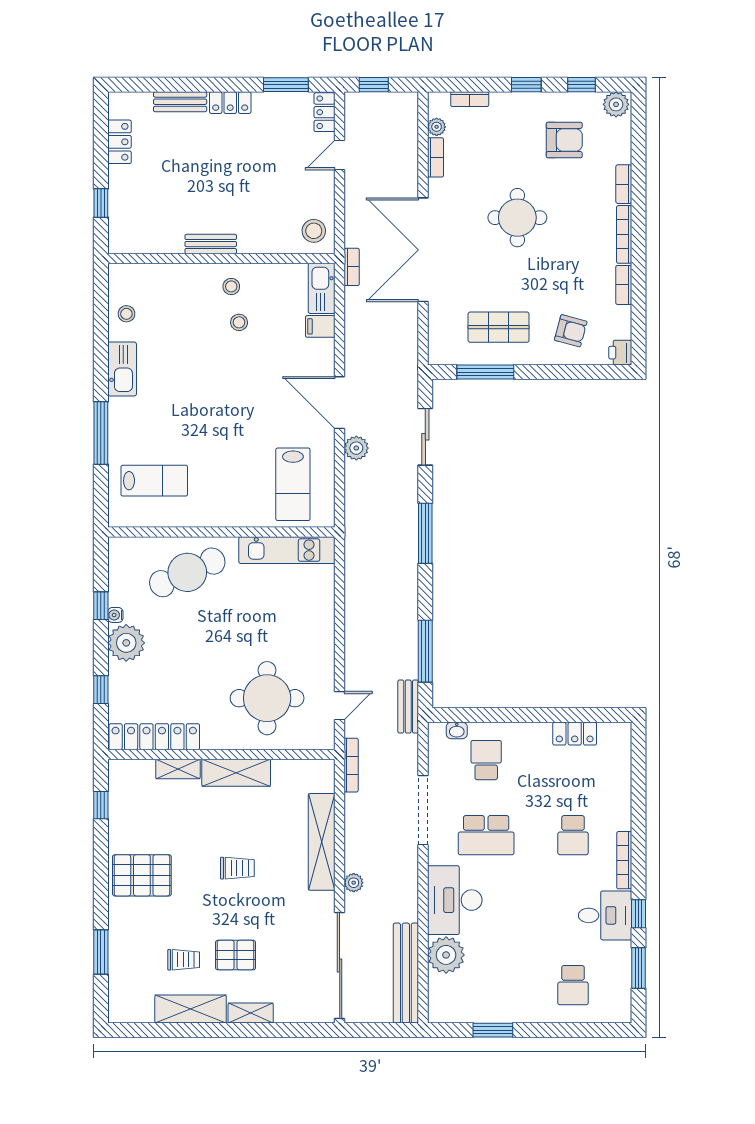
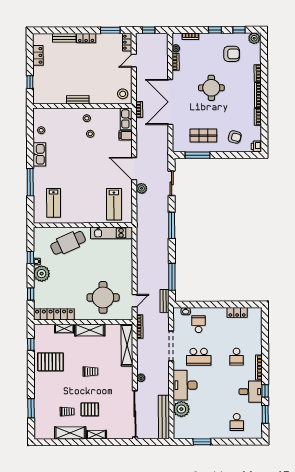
lab bench: (154, 481) -> (54, 203), turned 90
shelving: (322, 842) -> (127, 345), moved
pallet: (142, 875) -> (50, 362), moved

